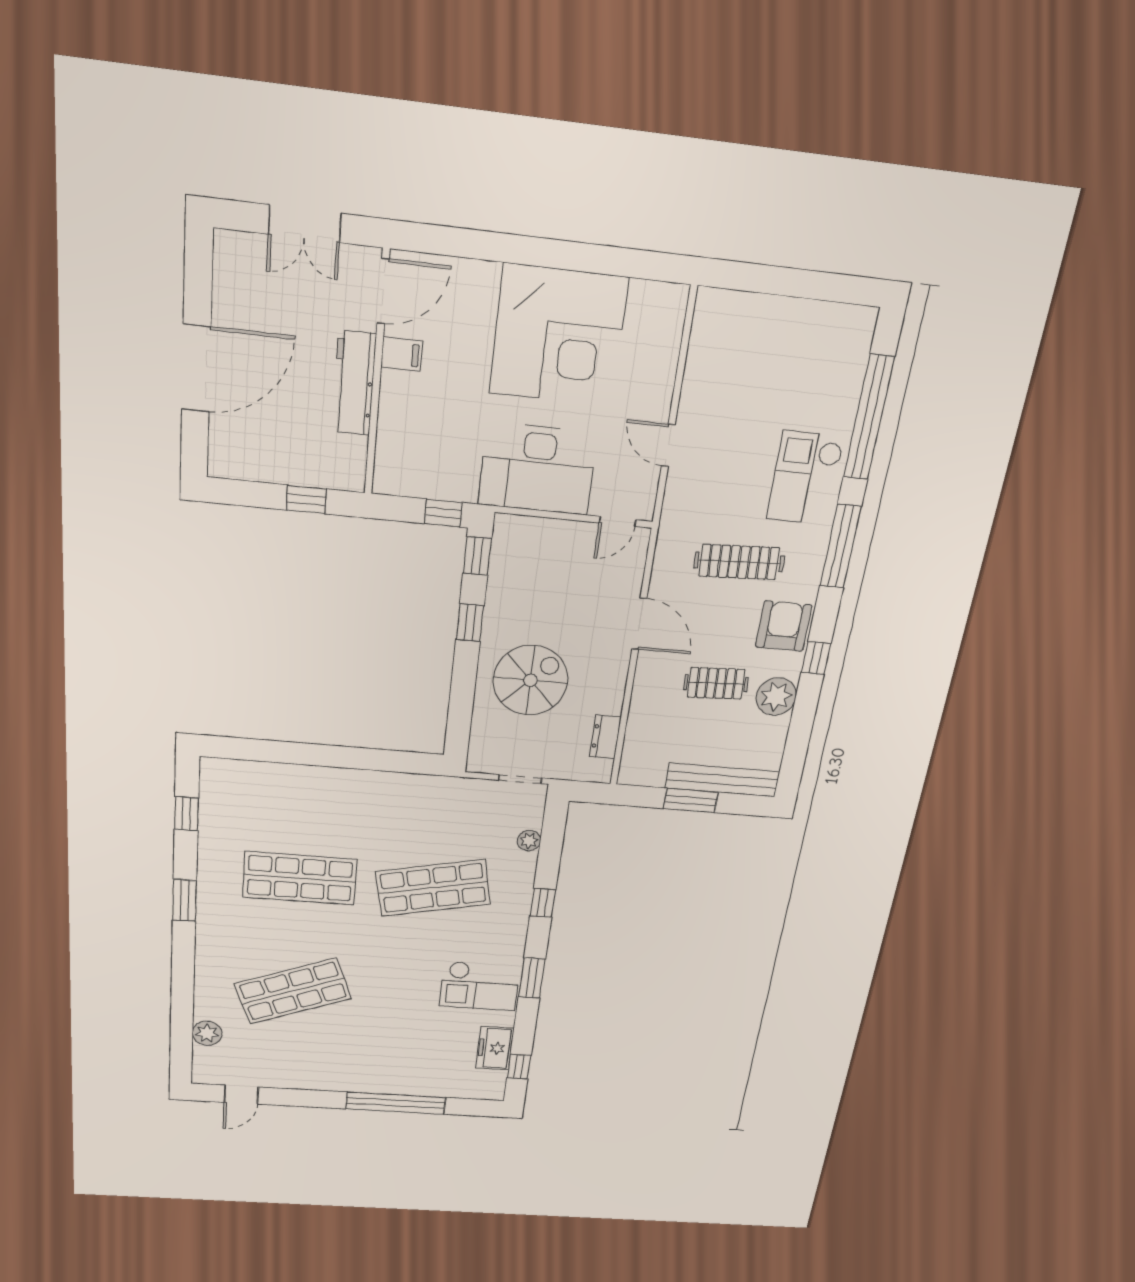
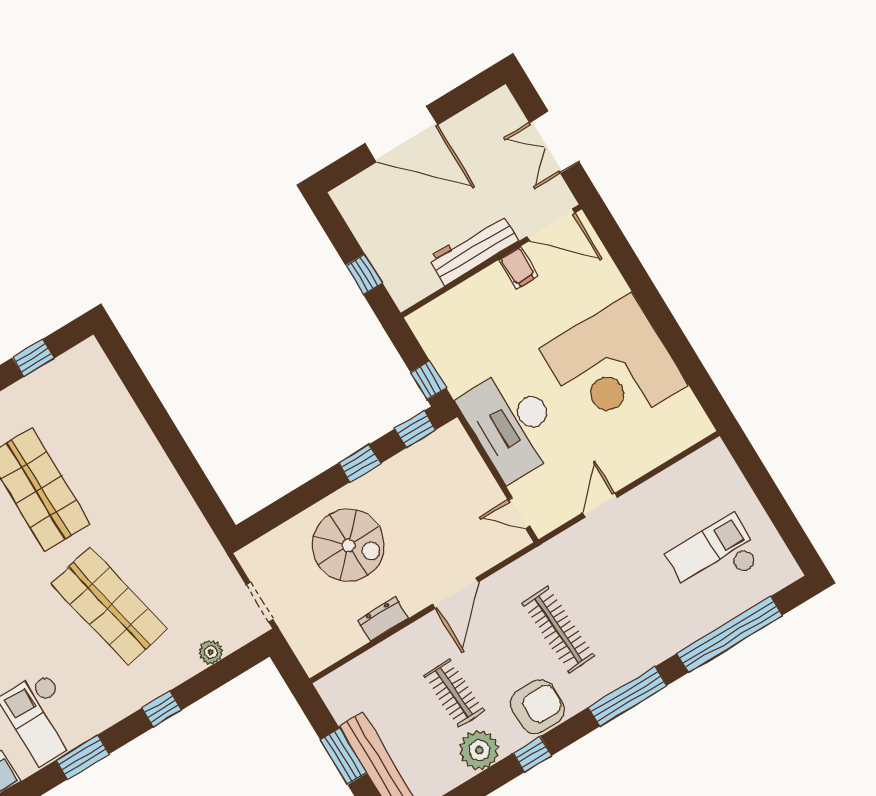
checkout: (805, 478) -> (714, 557), moved
dresser: (605, 737) -> (383, 619), moved

